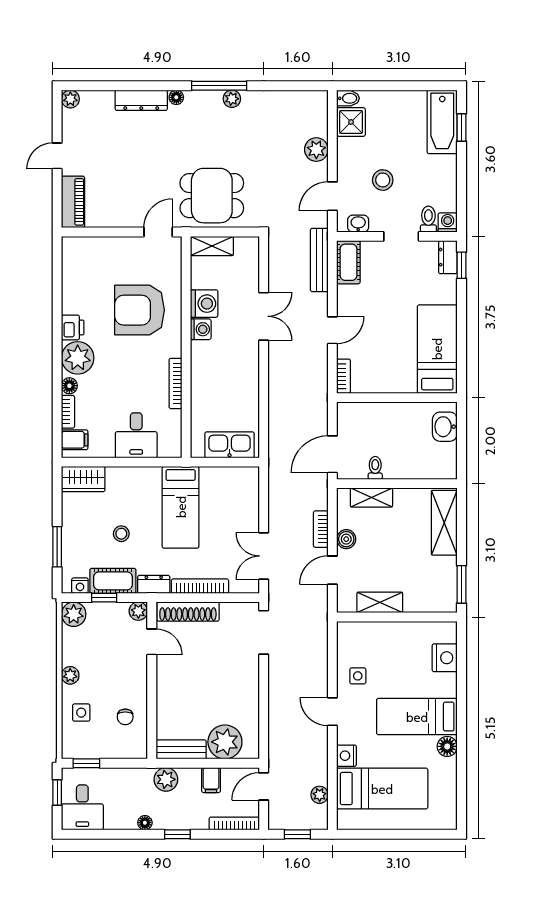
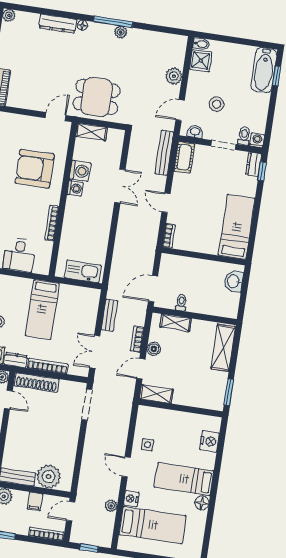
door: (332, 330) -> (166, 203), swing flipped
bench: (276, 501) -> (109, 315), added
shelving: (380, 602) -> (156, 394), moved
plant: (320, 795) -> (111, 506), moved

